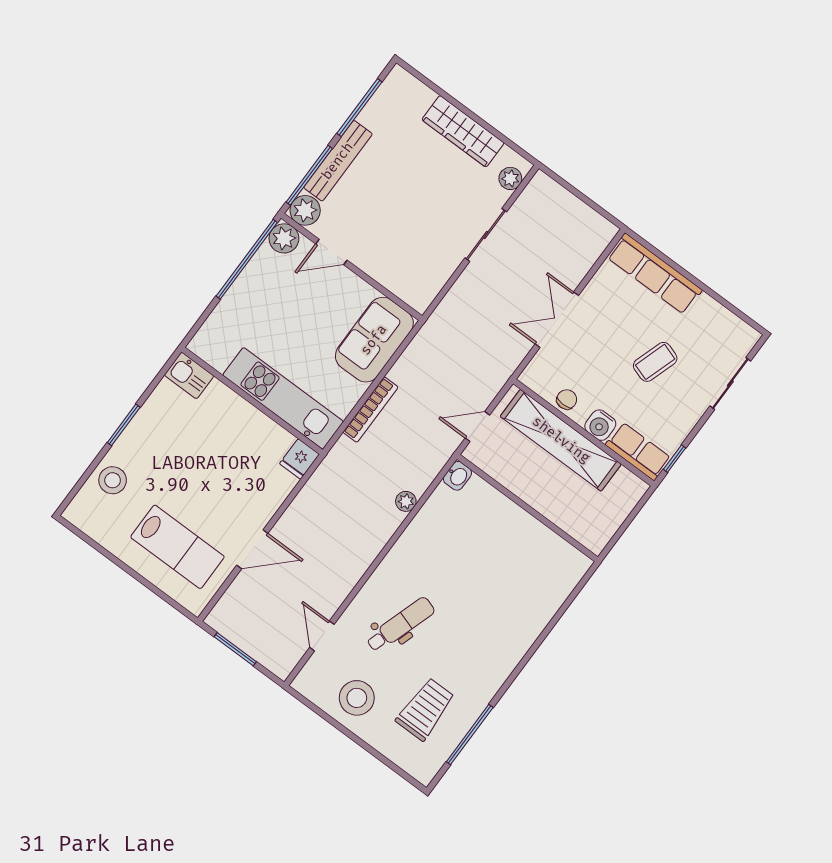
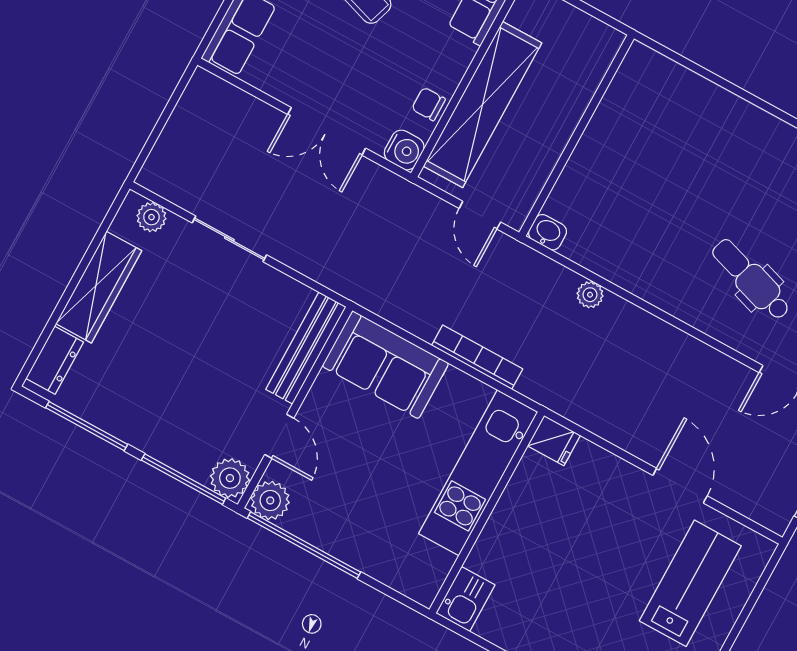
dresser: (412, 90) -> (55, 360), added
bench: (338, 161) -> (306, 348), moved, turned 90
water cooler: (600, 425) -> (404, 150), moved

